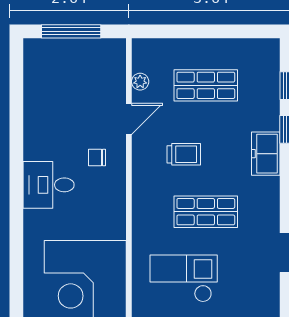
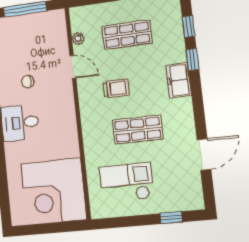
door: (129, 119) -> (73, 67), hinge flipped
chair: (97, 158) -> (28, 82), moved

